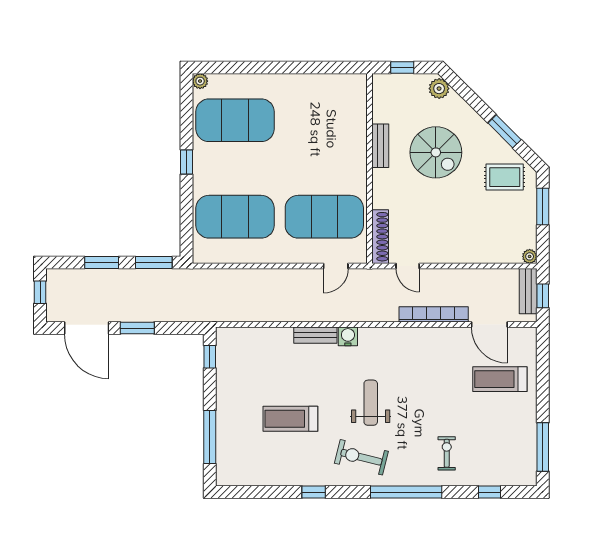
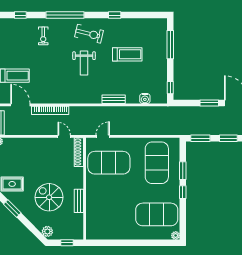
window: (186, 202) -> (183, 171), added
exercise mat: (235, 217) -> (157, 163), turned 90
water cooler: (348, 336) -> (145, 99), moved

